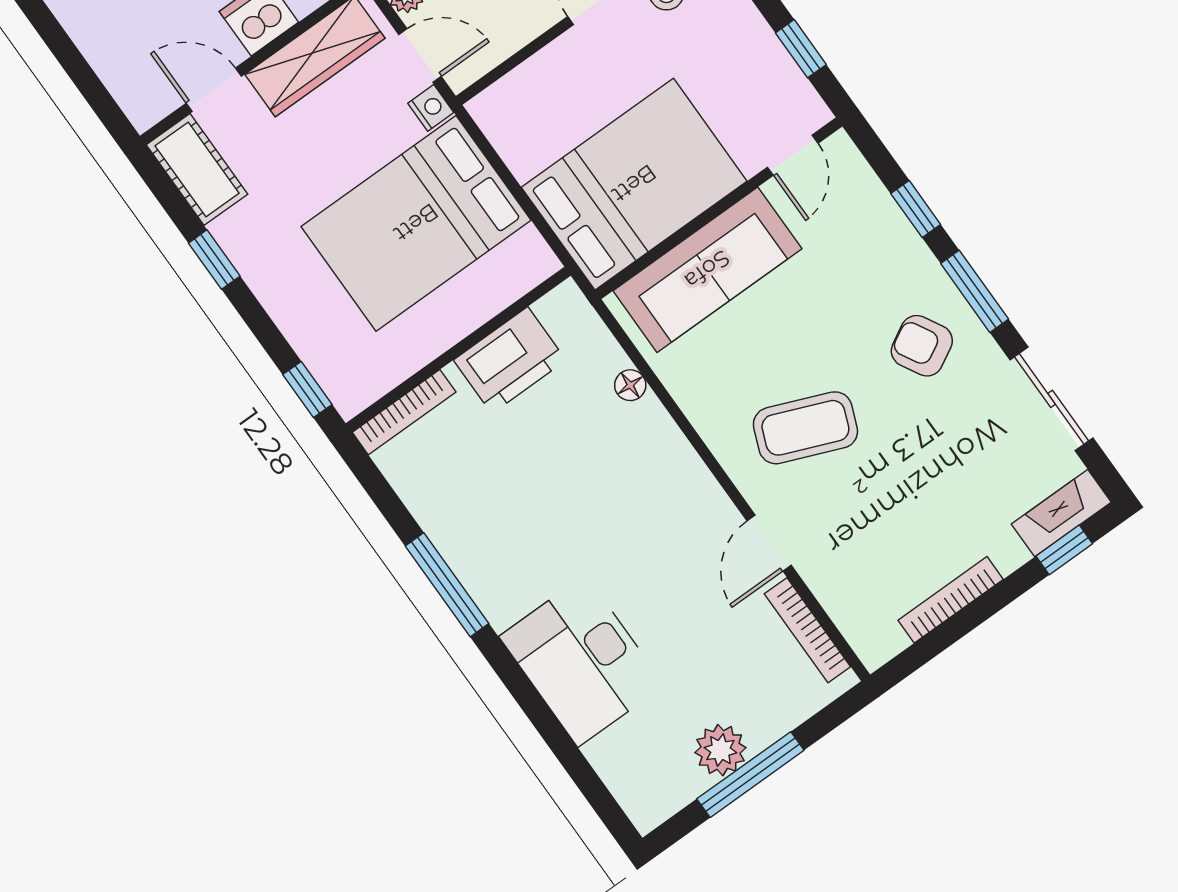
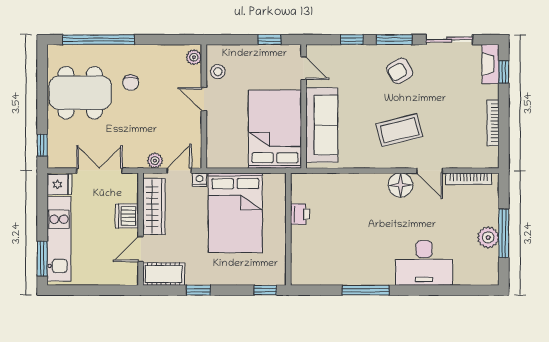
printer: (510, 360) -> (300, 214), width x0.53, depth x0.68
floor lamp: (630, 385) -> (401, 185), moved, width x1.89, depth x1.89
bookcase: (404, 412) -> (296, 263), removed
coffee table: (805, 428) -> (399, 130), turned 54

